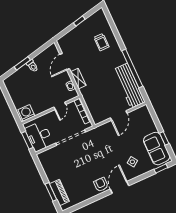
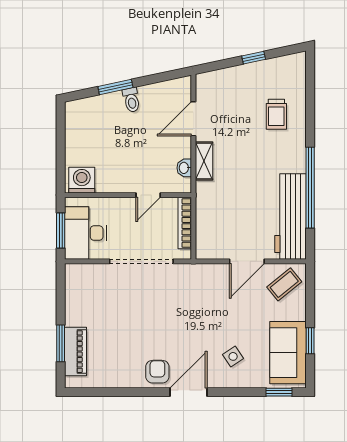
coffee table: (141, 118) -> (284, 284), added

